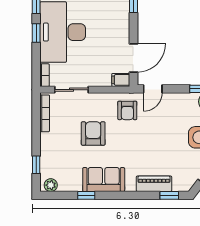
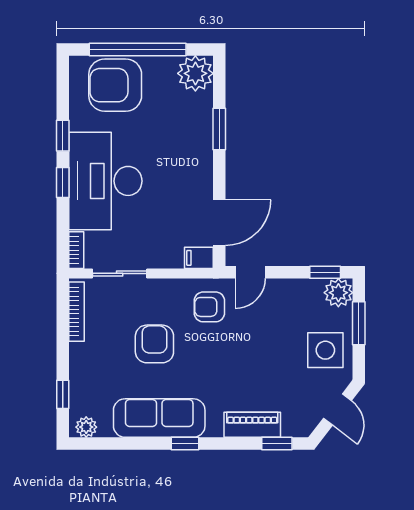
armchair: (127, 110) -> (209, 307), turned 90
sofa: (104, 180) -> (159, 418), width x1.36
window: (86, 195) -> (185, 444), moved

